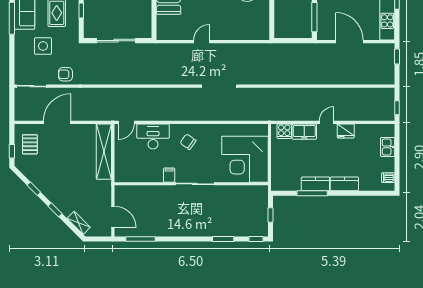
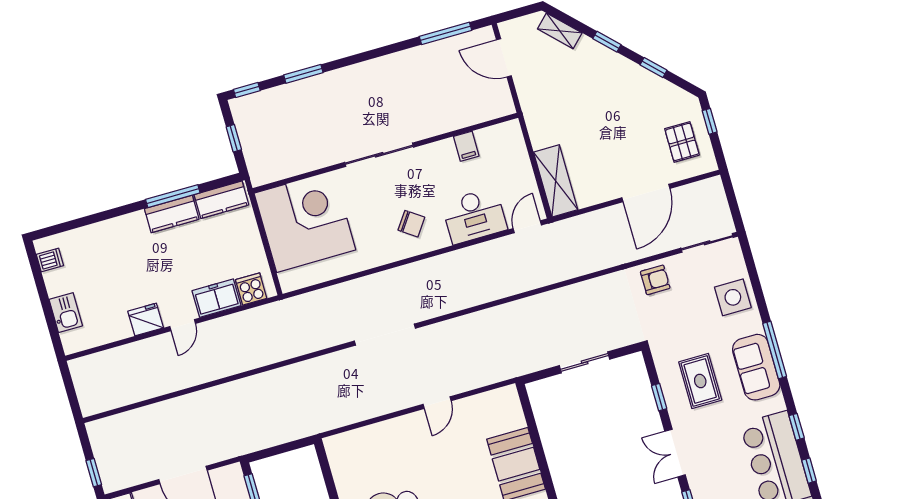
sliding door: (116, 41) -> (585, 362), width x0.73
side table: (43, 46) -> (733, 297), moved
window: (397, 108) -> (69, 385), removed
shelving: (104, 152) -> (556, 181), width x0.68
filing cabinet: (169, 175) -> (466, 146), moved
kitchen counter: (344, 184) -> (221, 200), moved

